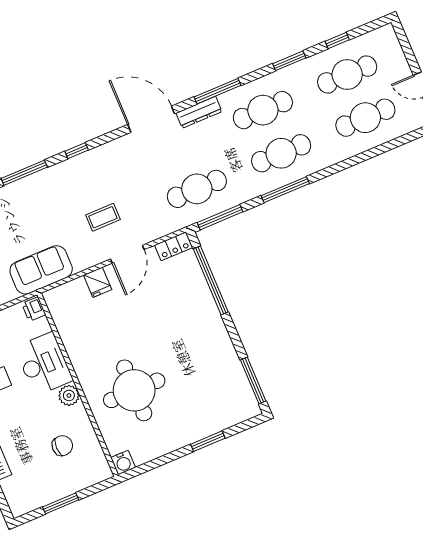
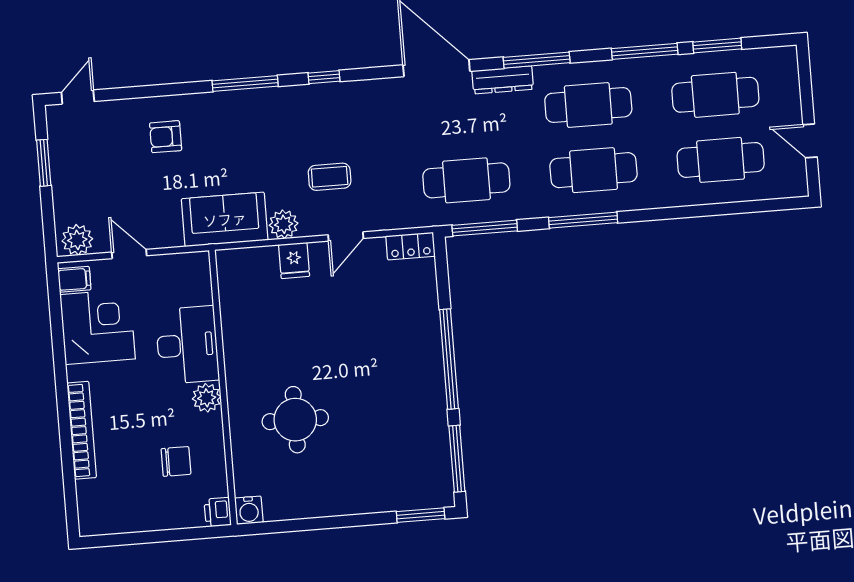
window: (337, 41) -> (717, 46), width x1.50
window: (289, 61) -> (645, 51), width x1.44
door: (127, 254) -> (346, 237), width x0.73
plant: (82, 260) -> (284, 224), added
window: (211, 280) -> (449, 359), moved
printer: (34, 309) -> (218, 512), moved
round table: (134, 390) -> (295, 420), width x0.73, depth x0.73
window: (208, 441) -> (421, 515), moved
window: (61, 503) -> (148, 537), removed

